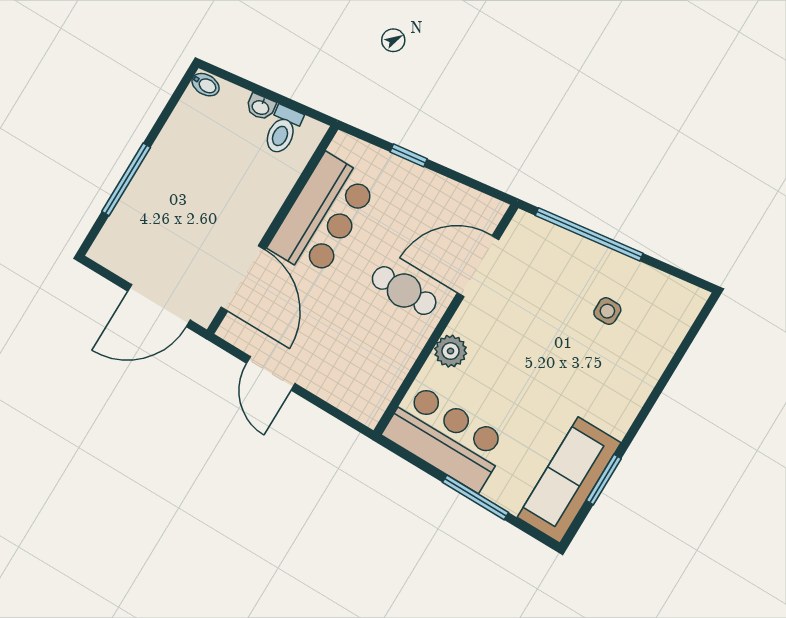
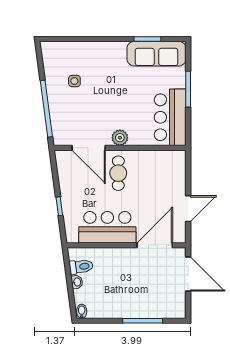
plant: (451, 351) -> (120, 138), moved

